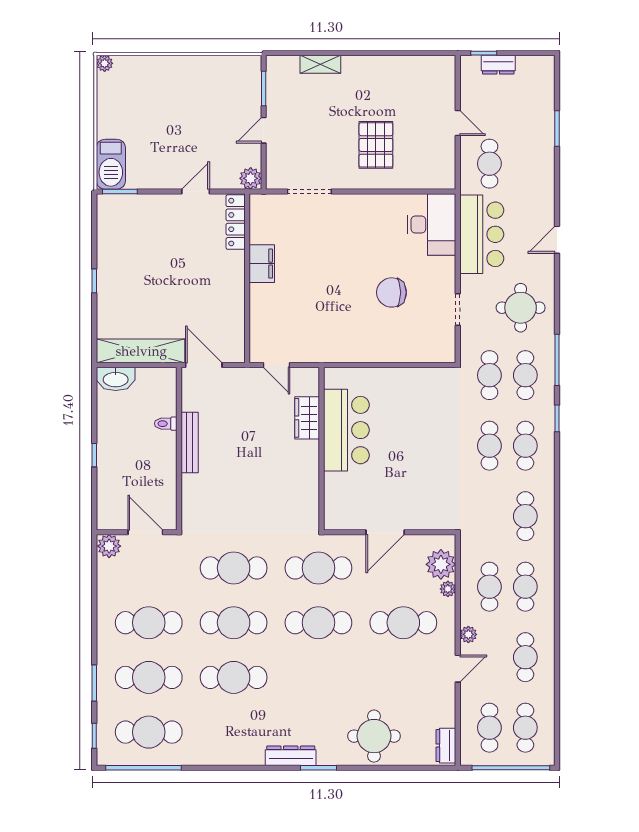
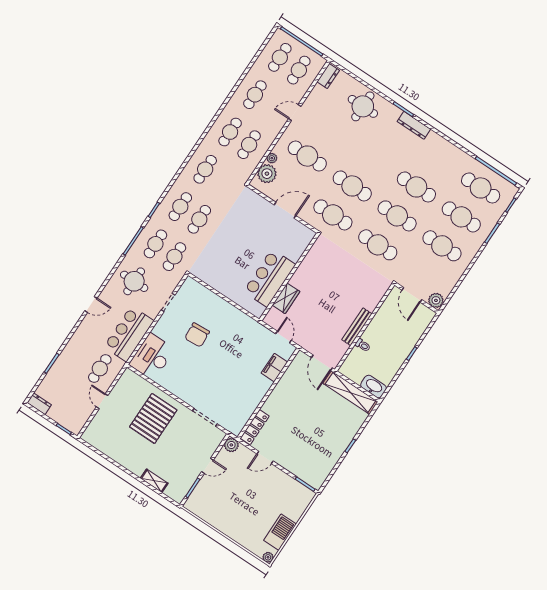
dresser: (498, 65) -> (39, 404), moved
pallet: (376, 145) -> (153, 418), width x1.37, depth x1.41
barbecue: (111, 164) -> (280, 532), moved
filing cabinet: (262, 264) -> (274, 368), moved
chair: (391, 292) -> (197, 335), turned 86
plant: (468, 634) -> (277, 127), removed

